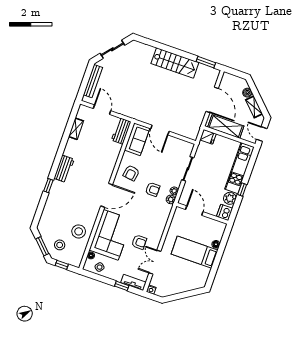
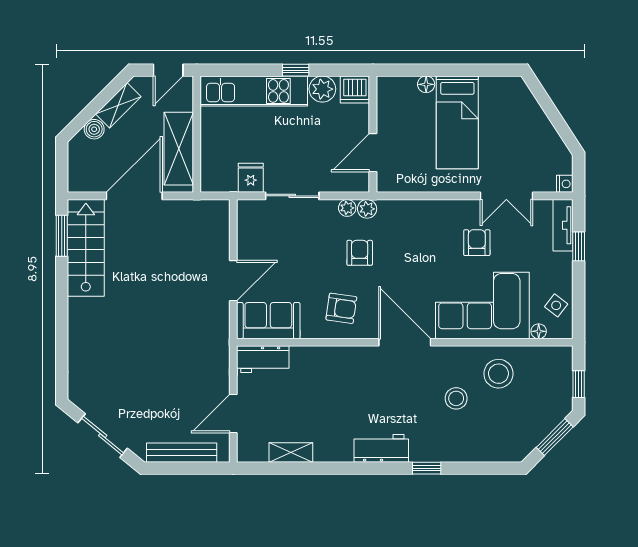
stairs: (175, 63) -> (86, 248), moved
fridge: (208, 137) -> (251, 178), moved
stool: (60, 245) -> (456, 398), moved

